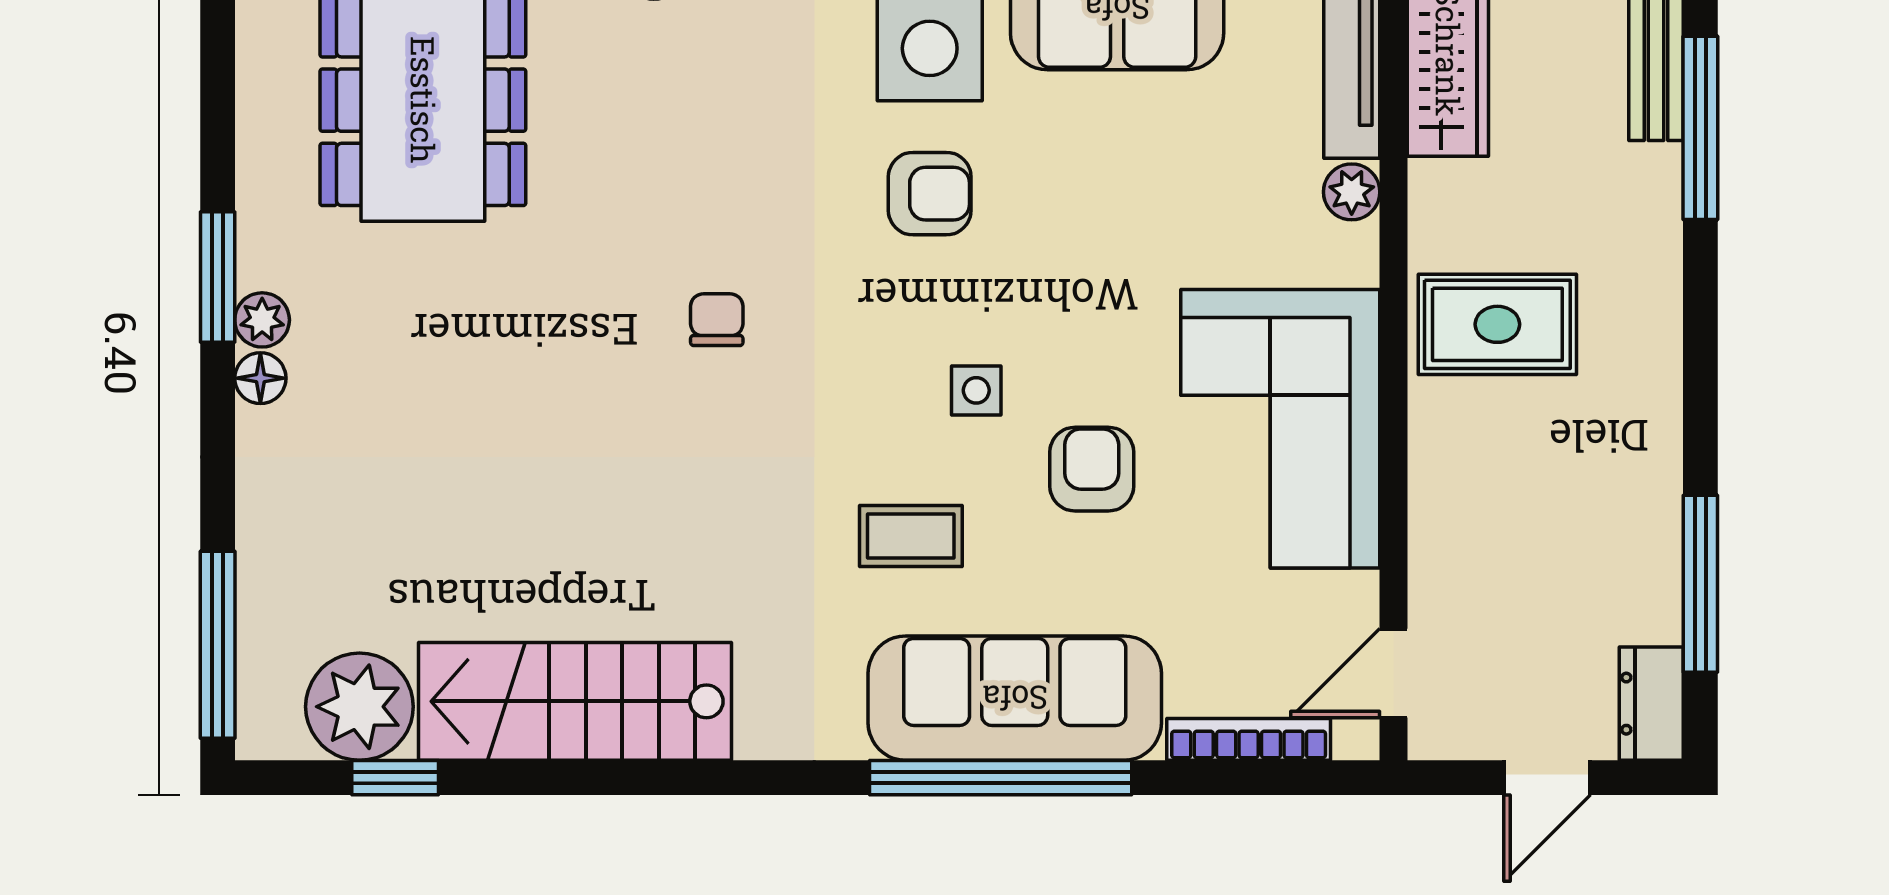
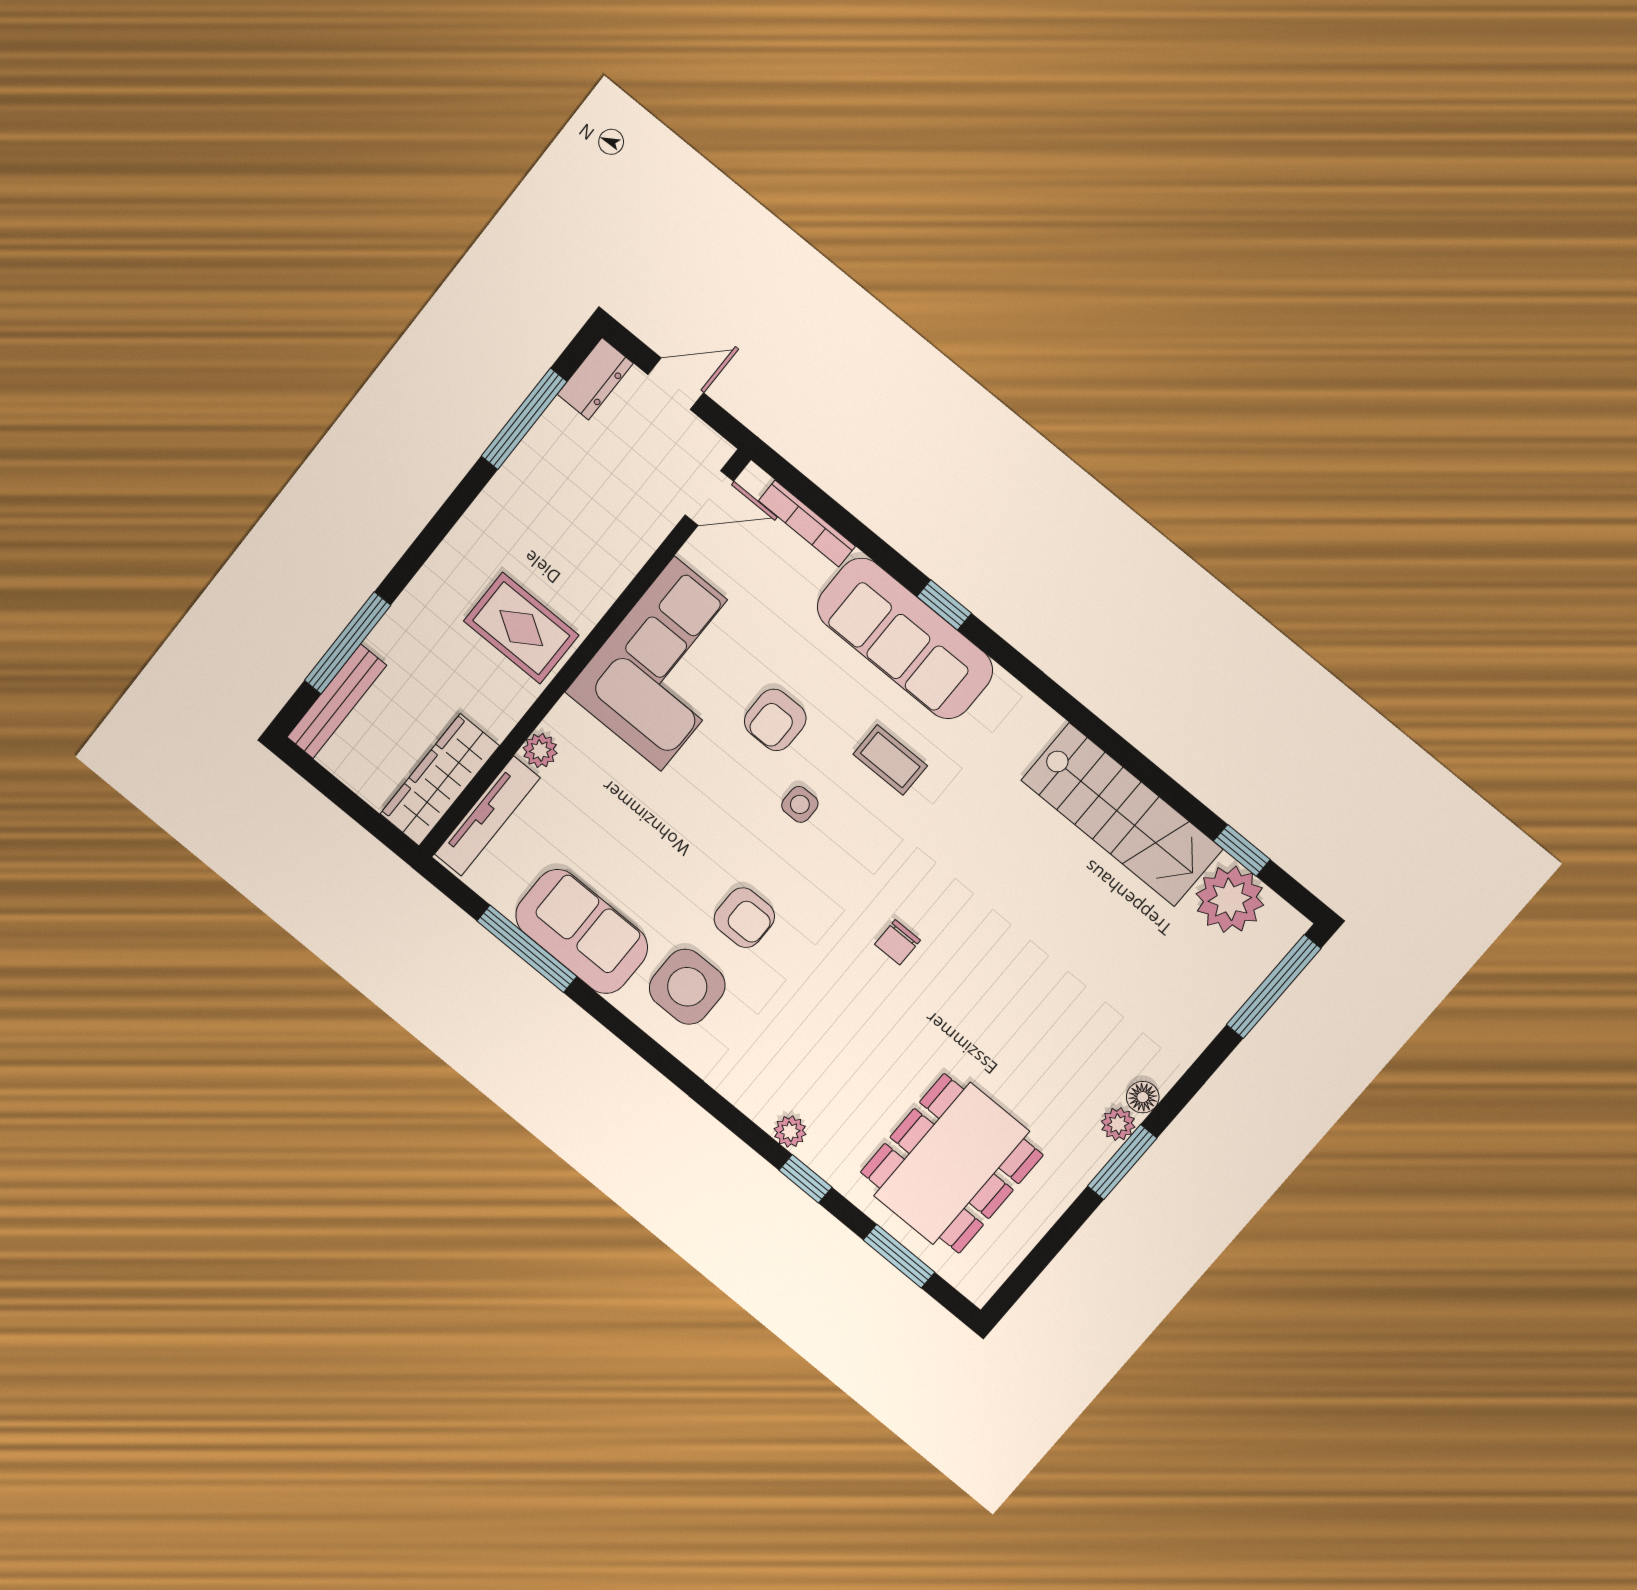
armchair: (930, 194) -> (744, 918), turned 180
window: (1001, 778) -> (944, 605), width x0.32

